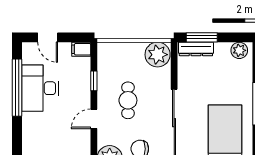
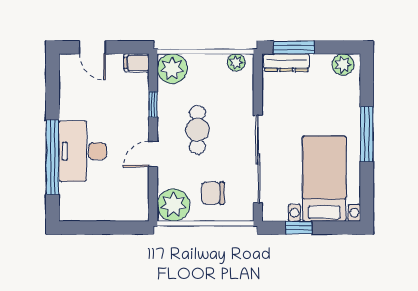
plant: (109, 54) -> (172, 69), added
plant: (158, 55) -> (236, 62), width x0.53, depth x0.53
window: (17, 88) -> (52, 157), moved
desk: (40, 88) -> (83, 151), moved

